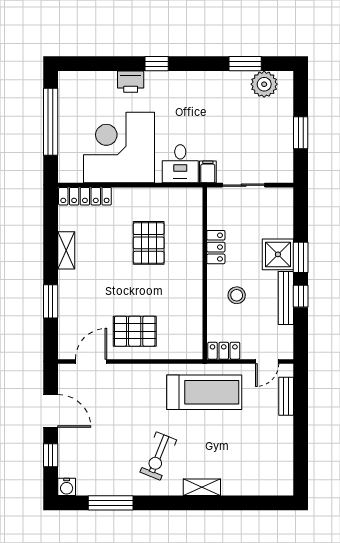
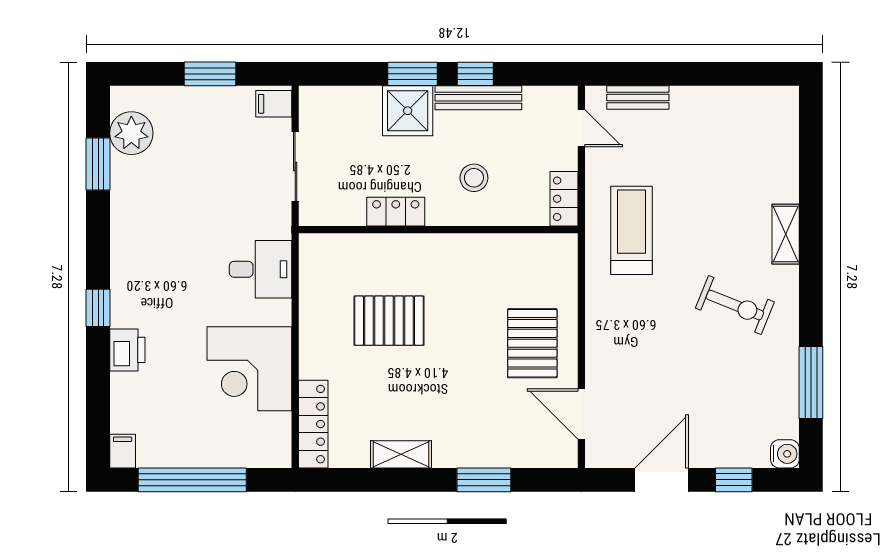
filing cabinet: (68, 79) -> (123, 451), added
corner desk: (119, 148) -> (249, 369), width x0.74, depth x0.74
filing cabinet: (208, 172) -> (274, 104), moved
treadmill: (204, 392) -> (631, 230), width x0.73, depth x0.73

